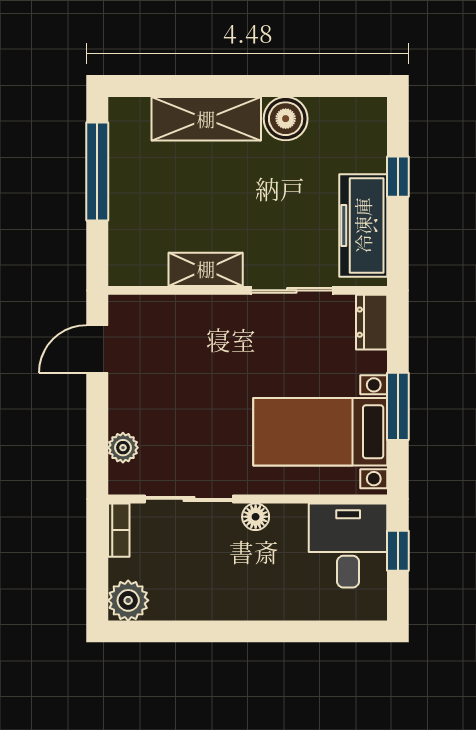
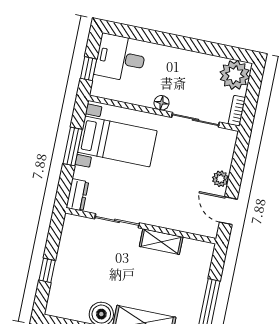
freezer: (363, 225) -> (71, 248), removed
door: (97, 349) -> (228, 211), swing flipped
plant: (123, 448) -> (220, 179), moved
desk: (348, 545) -> (121, 58), moved, turned 90
plant: (128, 600) -> (235, 75), width x1.36, depth x1.36

